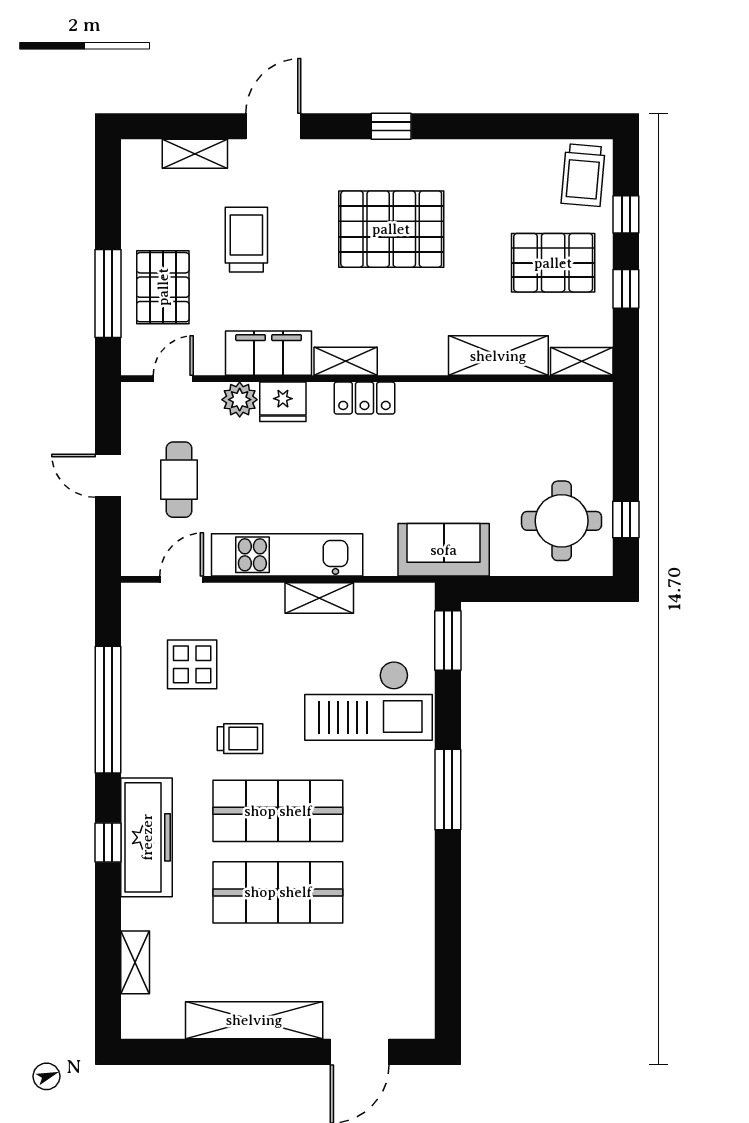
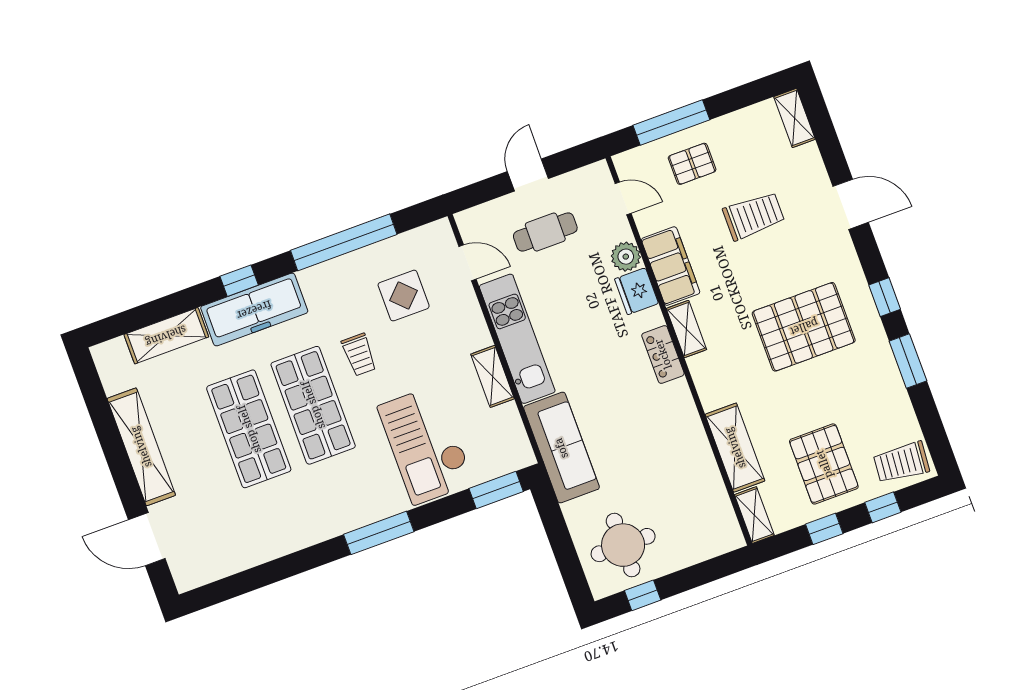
window: (472, 126) -> (908, 361), added
shelving: (195, 154) -> (794, 118), moved
pallet: (391, 229) -> (804, 327), turned 90
pallet: (163, 287) -> (692, 164), width x0.67, depth x0.71
sofa: (444, 550) -> (561, 448), width x1.36
shelving: (135, 962) -> (166, 336), width x1.50, depth x1.33

